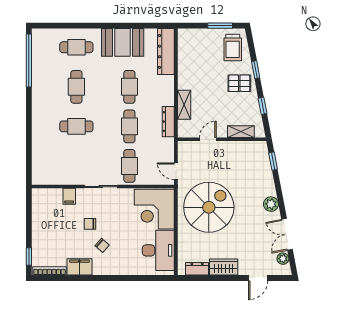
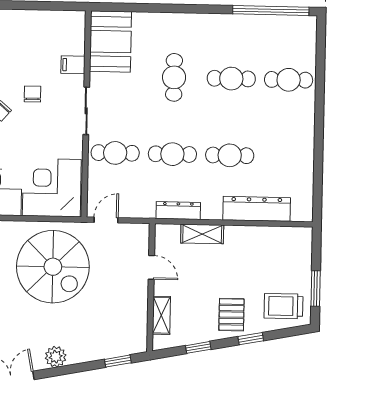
booth: (123, 42) -> (110, 42), moved
cafe table: (76, 47) -> (289, 80), turned 90
dresser: (166, 51) -> (257, 209), moved

